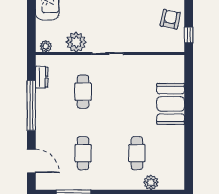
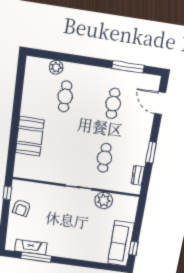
plant: (46, 46) -> (130, 201), removed
window: (31, 106) -> (151, 152), width x0.47

